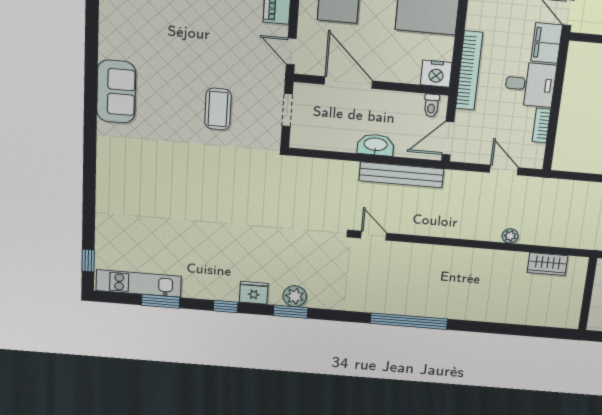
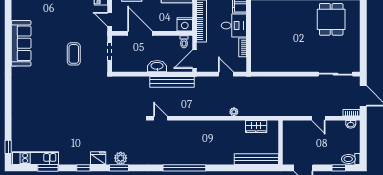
sofa: (116, 92) -> (21, 43), width x1.36
bench: (540, 317) -> (256, 159), added

